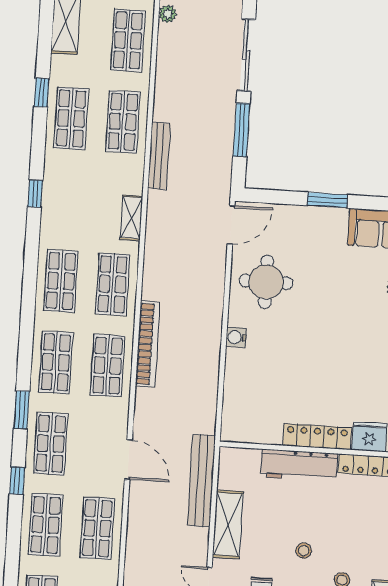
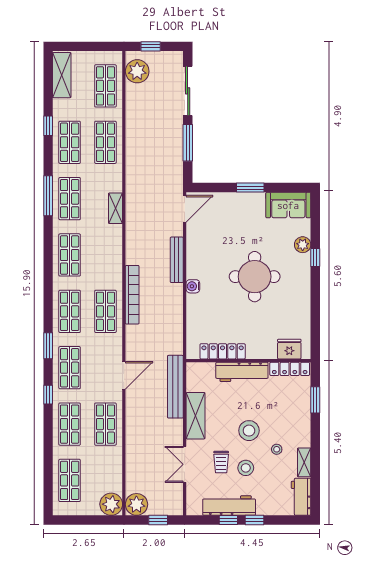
plant: (168, 14) -> (137, 71), width x1.87, depth x1.87
bench: (159, 156) -> (177, 260), moved
window: (35, 194) -> (48, 196), width x2.17
round table: (266, 282) -> (255, 277), moved, width x1.36, depth x1.36
shop shelf: (113, 284) -> (70, 199), moved
locker: (317, 437) -> (223, 351), moved
door: (128, 460) -> (124, 375), hinge flipped
stool: (304, 551) -> (249, 431), width x1.89, depth x1.89

